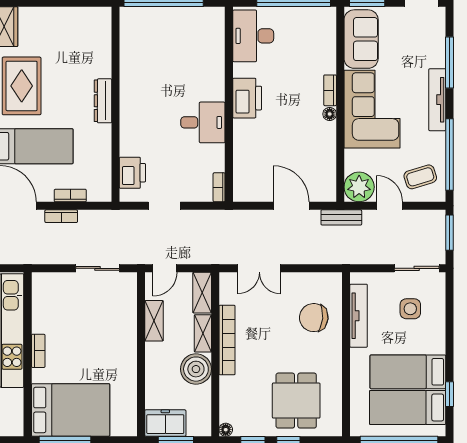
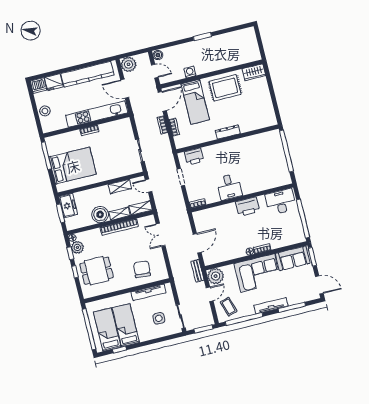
bed: (71, 410) -> (73, 166), moved, turned -90
plant: (245, 425) -> (77, 247), added

